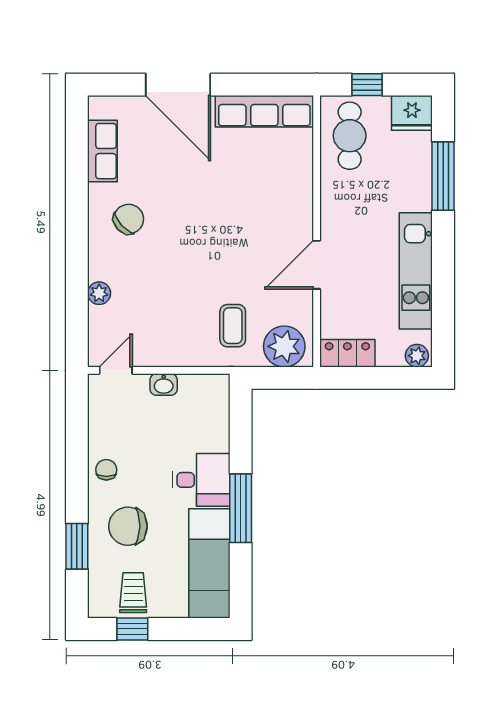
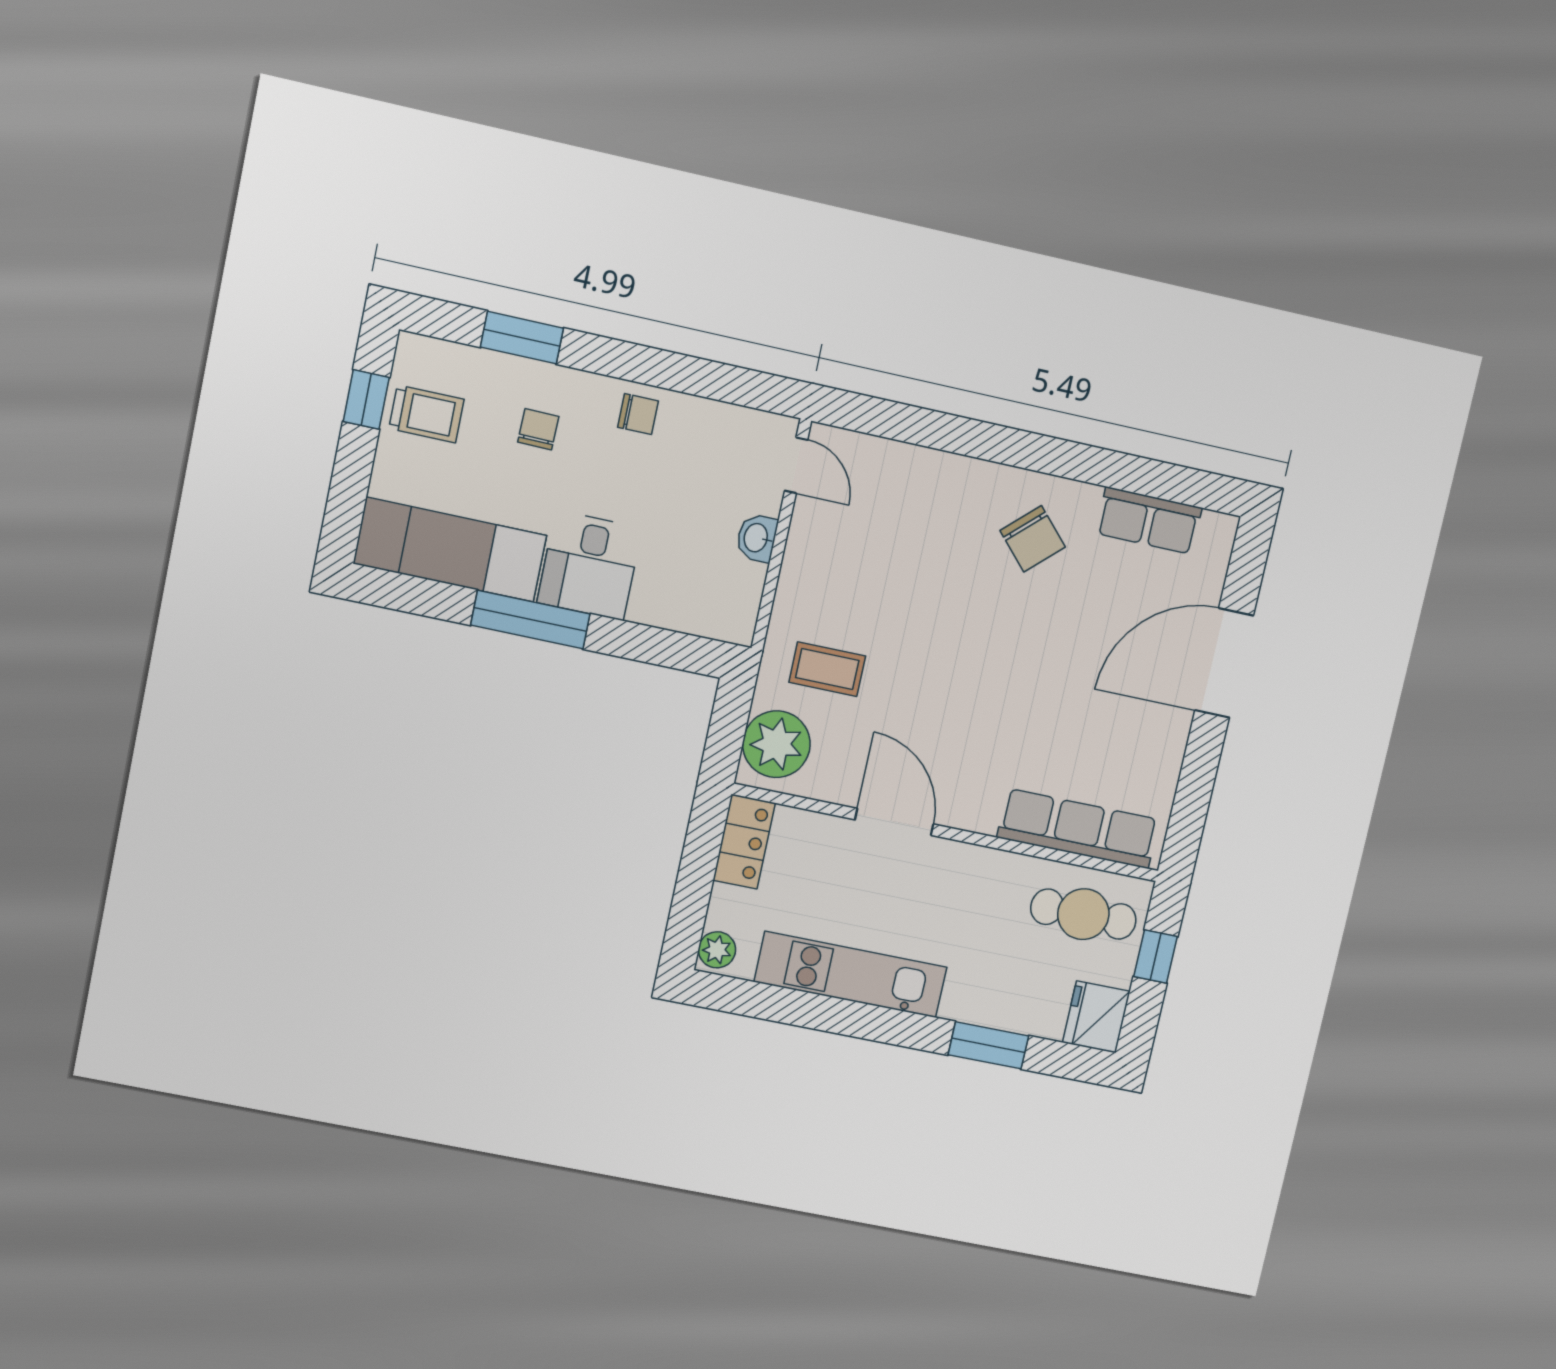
row of seats: (264, 111) -> (1078, 828), moved, turned 90
window: (443, 176) -> (988, 1045), width x0.69
plant: (99, 293) -> (926, 465), removed
chair: (128, 526) -> (538, 429), width x0.54, depth x0.54

